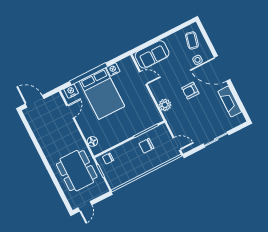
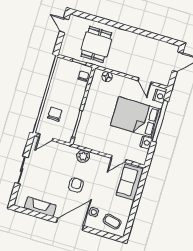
chair: (146, 146) -> (55, 114), moved
dining table: (77, 171) -> (96, 44), width x0.73

